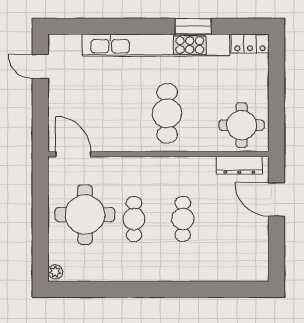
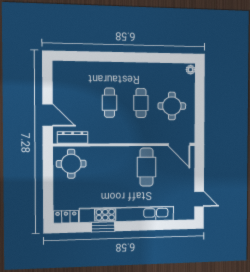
cafe table: (167, 113) -> (146, 167), moved
round table: (85, 215) -> (172, 106), width x0.73, depth x0.73

